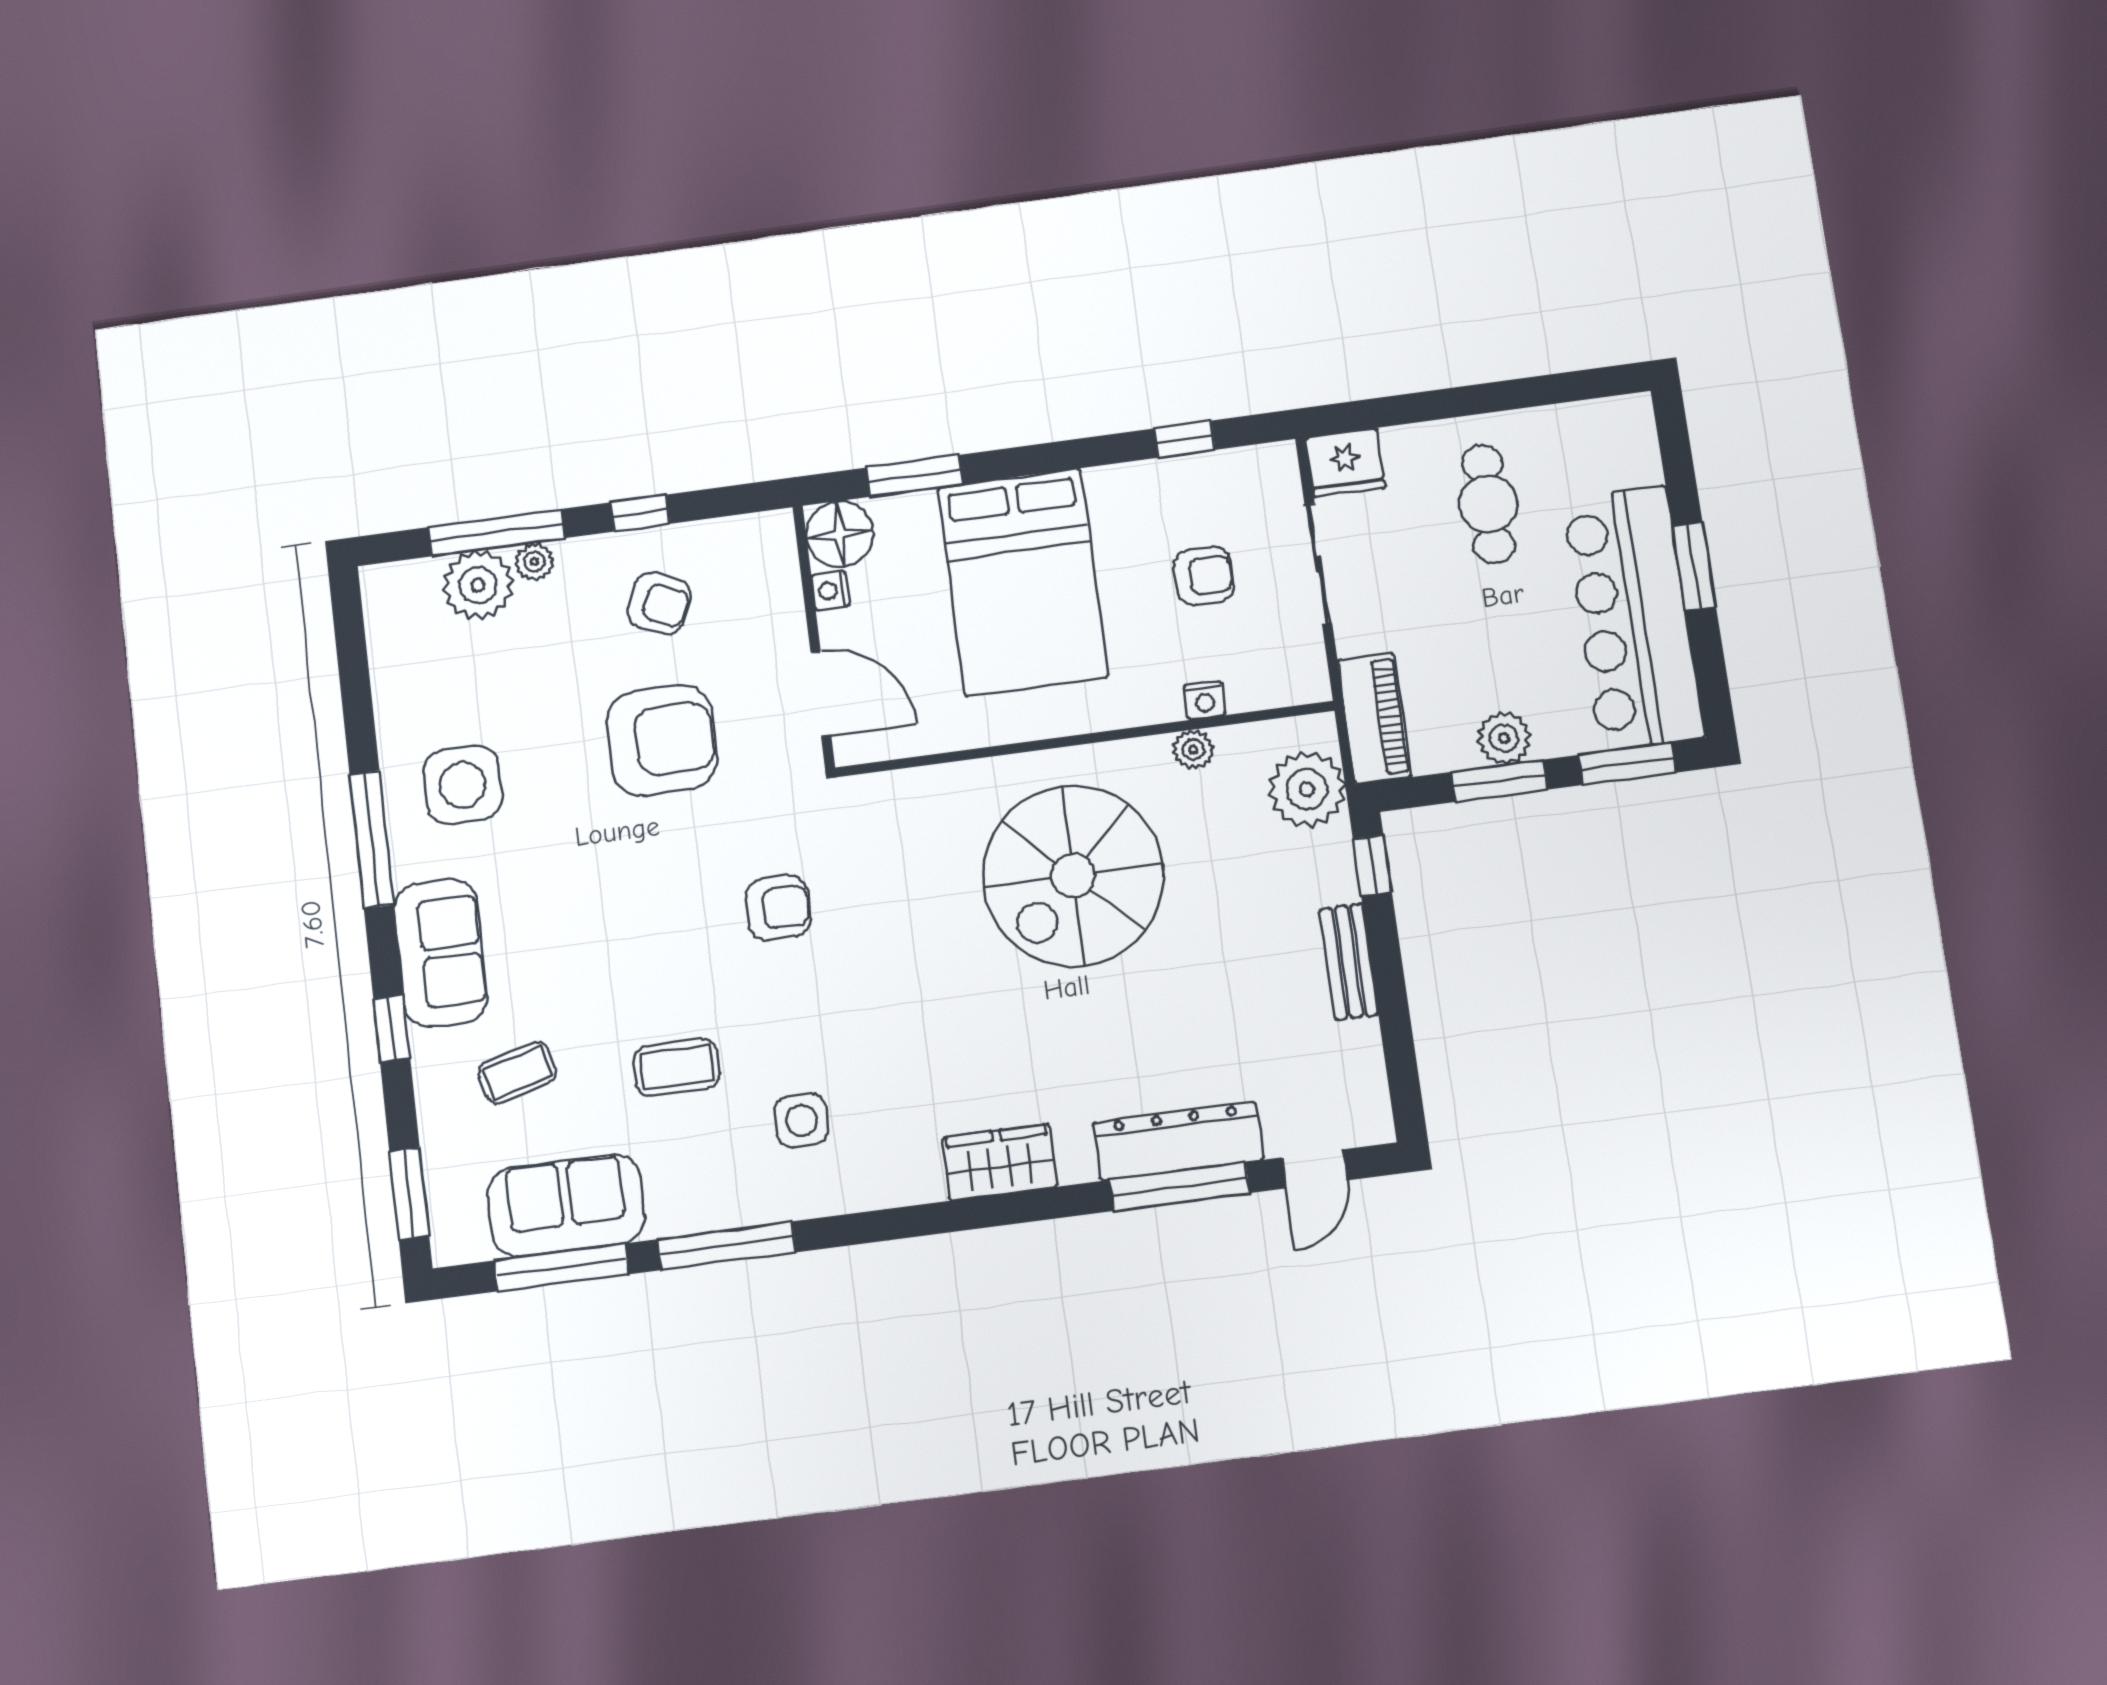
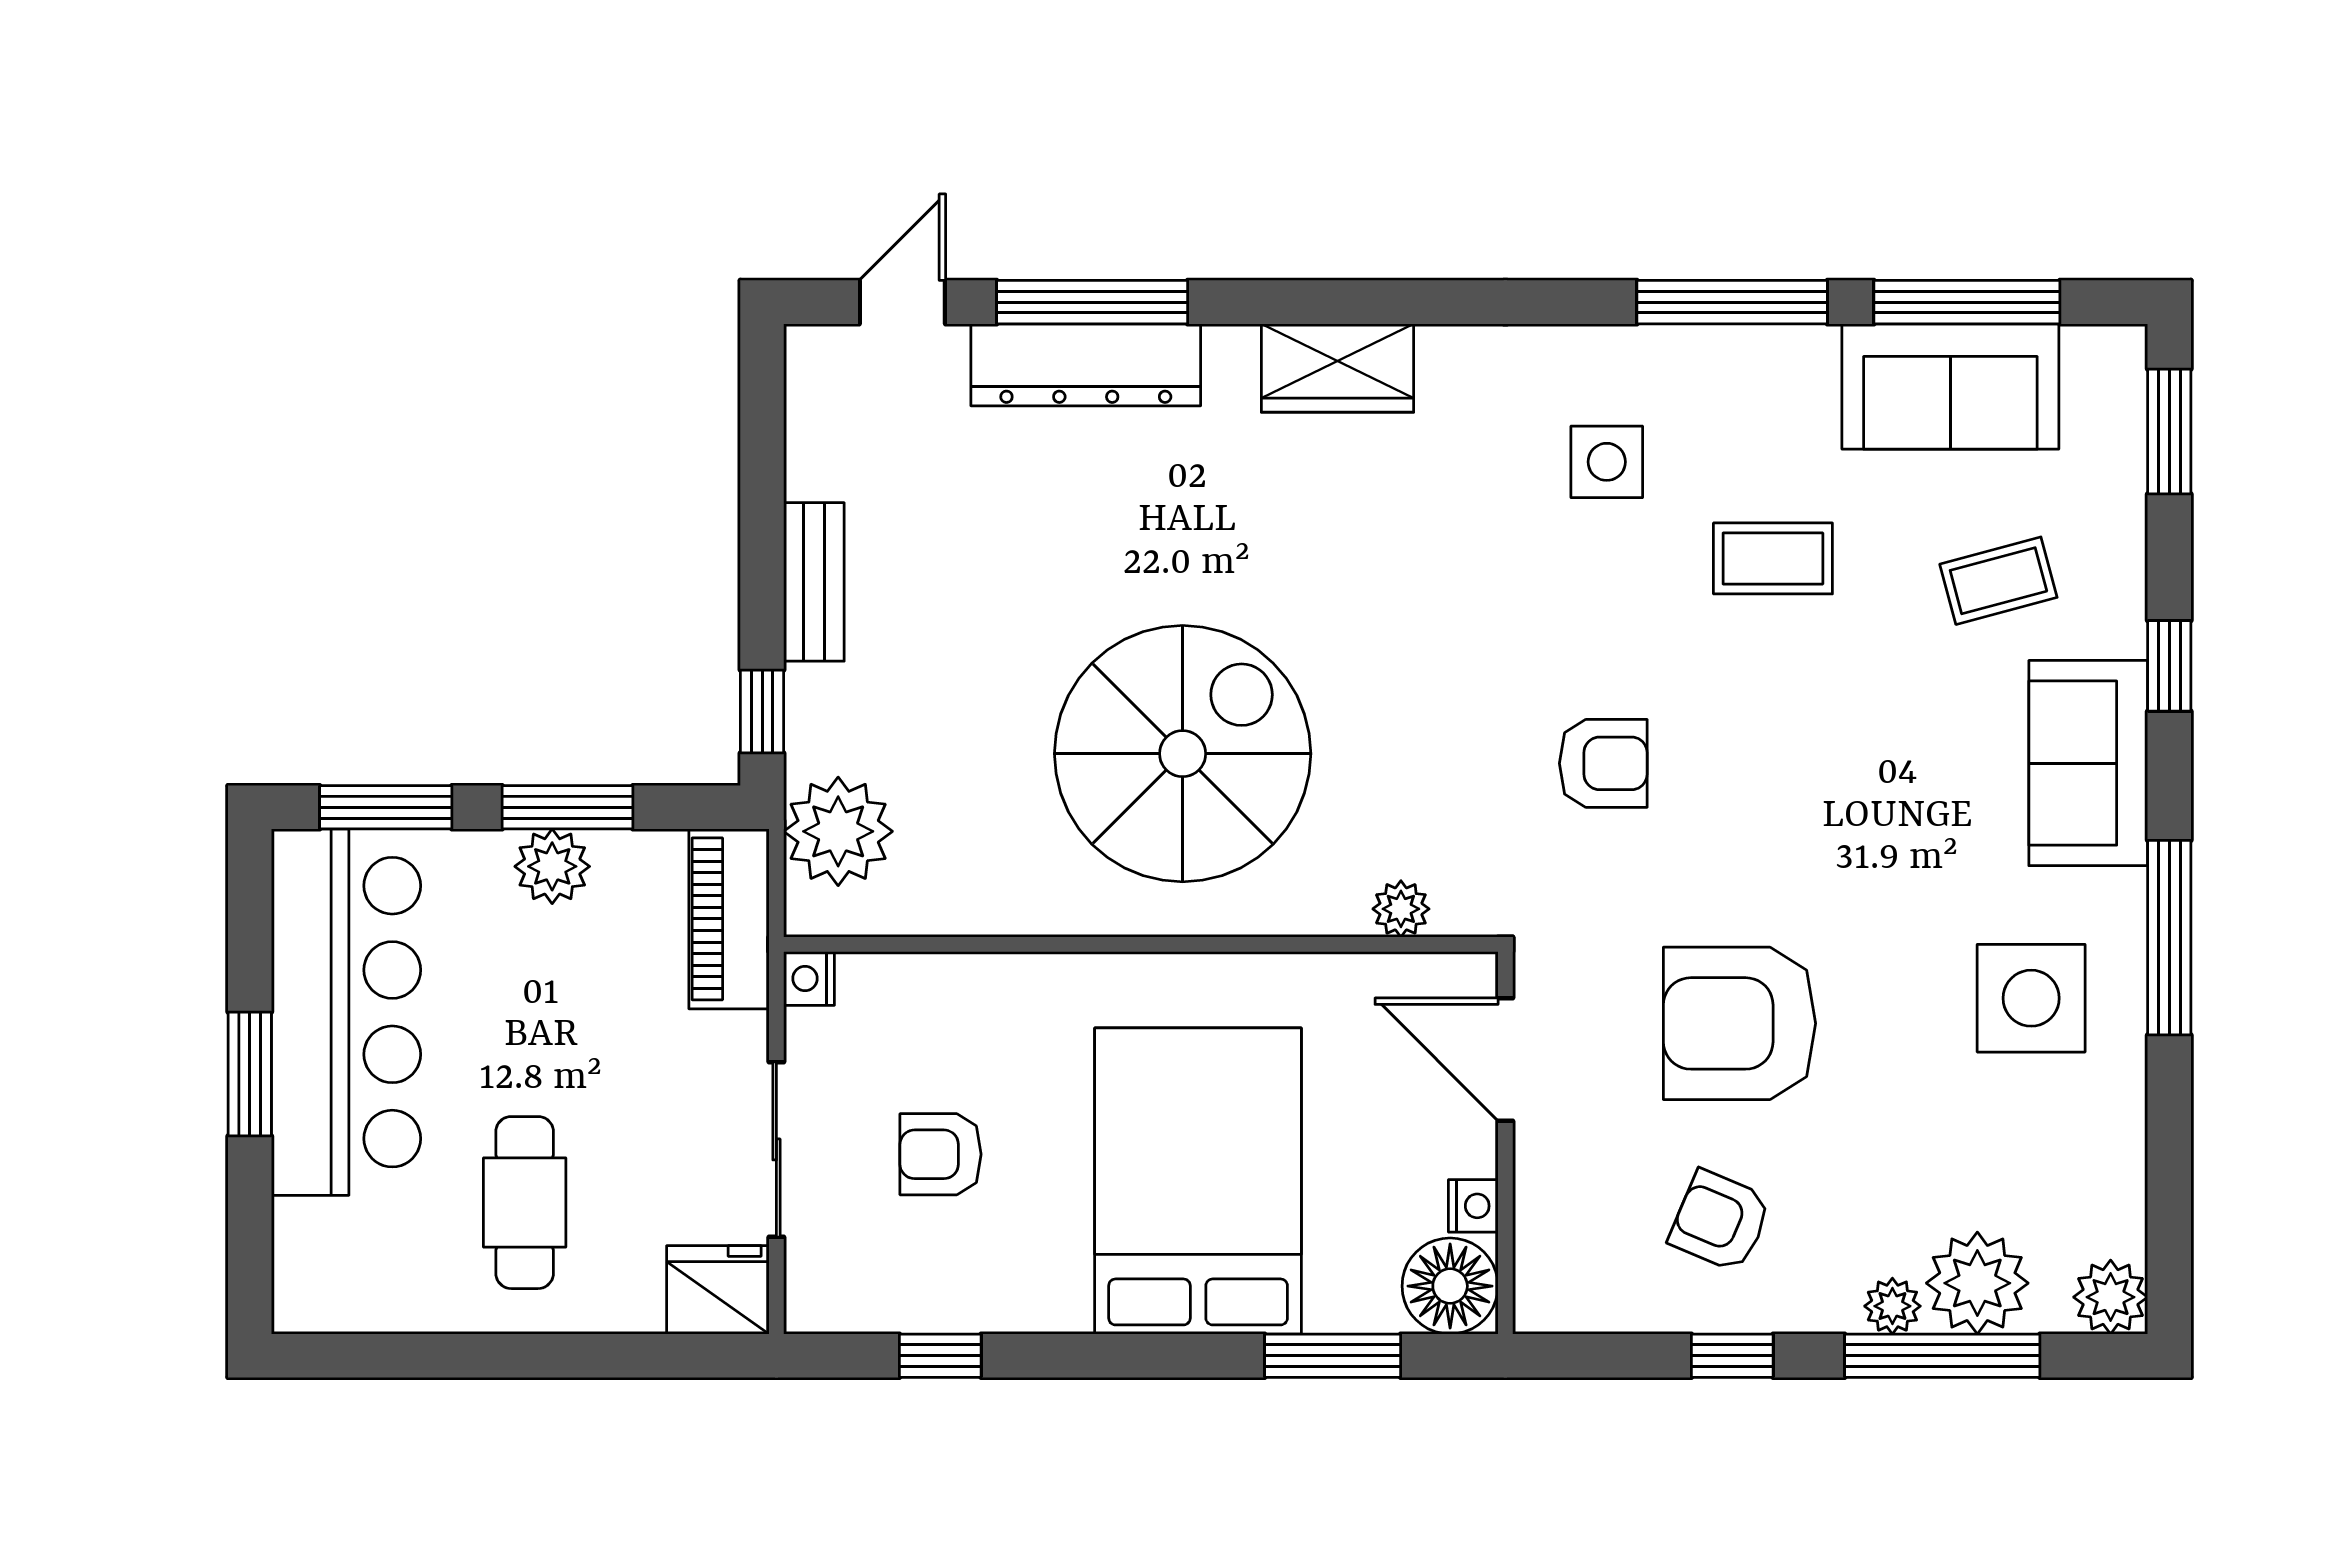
plant: (386, 588) -> (2111, 1297), added
nightstand: (1204, 700) -> (809, 978), moved, turned -90
plant: (1193, 750) -> (1401, 909), moved
armchair: (778, 908) -> (1603, 763), turned 180

